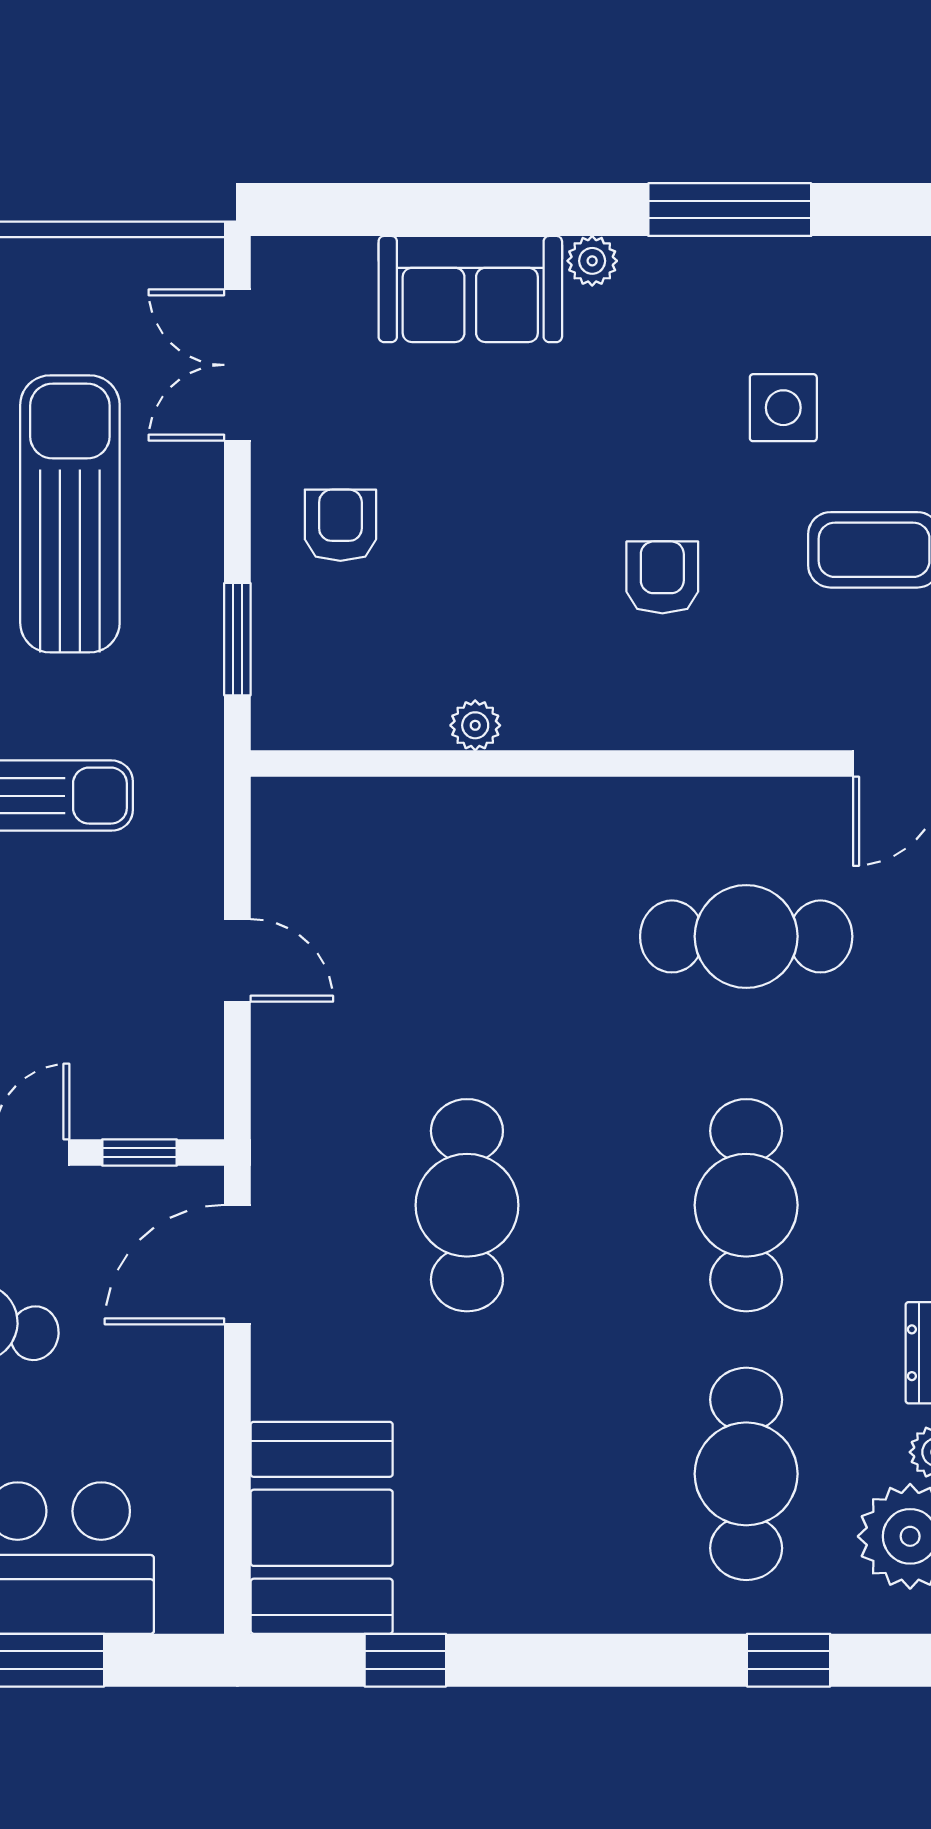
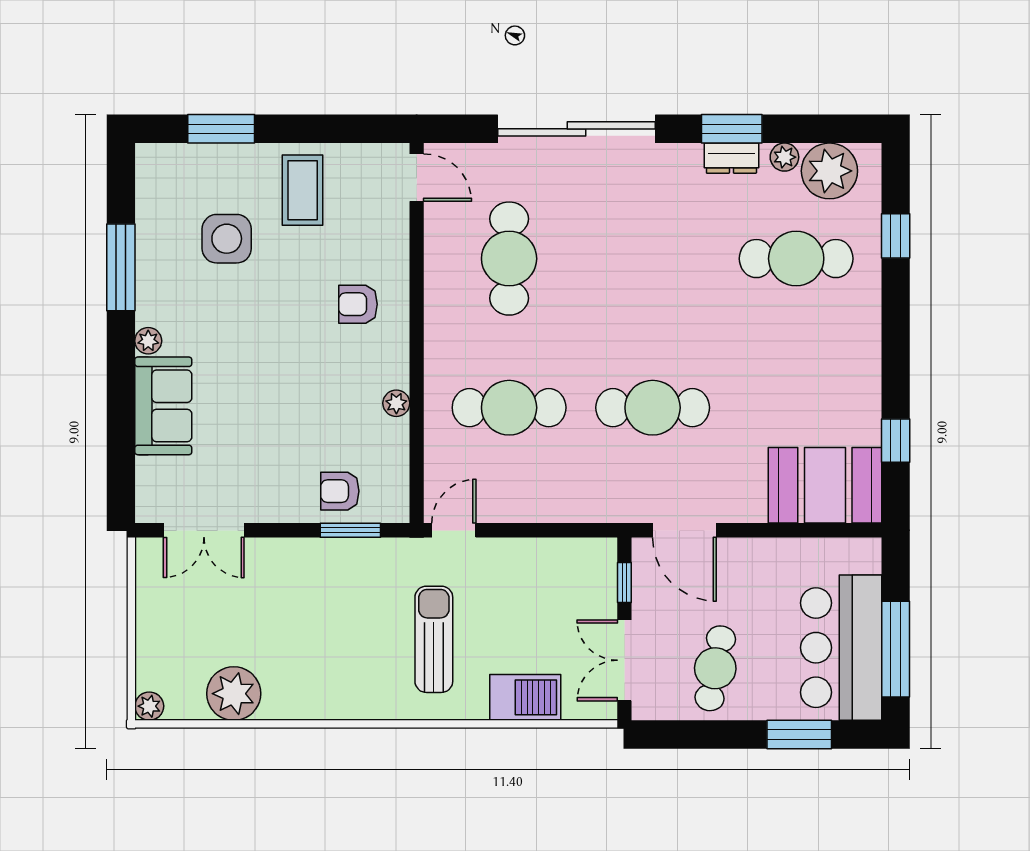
side table: (783, 408) -> (227, 239), width x1.37, depth x1.37
sun lounger: (70, 514) -> (283, 620), removed
armchair: (340, 525) -> (340, 491), moved
armchair: (662, 577) -> (358, 304), moved
door: (237, 960) -> (454, 530), moved
cafe table: (746, 1205) -> (509, 408), moved

